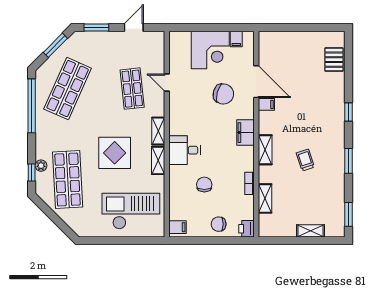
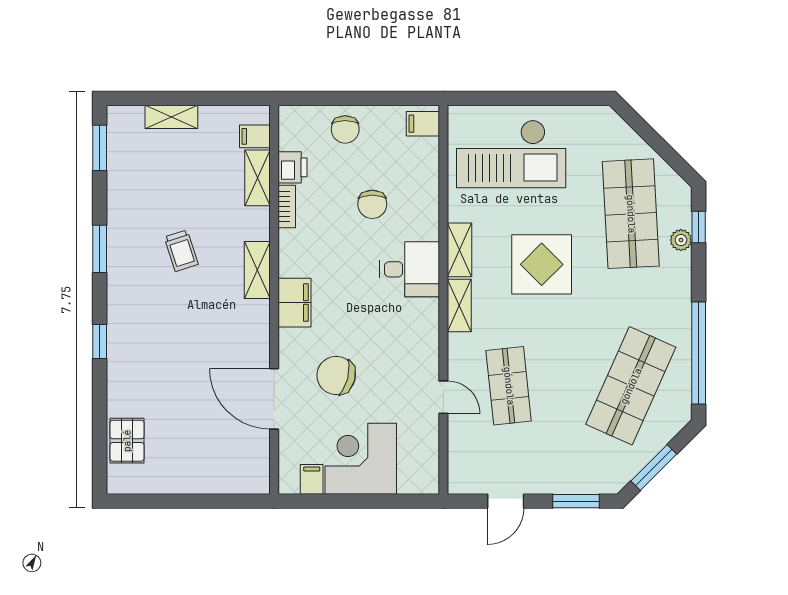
filing cabinet: (266, 104) -> (255, 136), moved
chair: (219, 224) -> (345, 129), turned 90
printer: (246, 229) -> (293, 167), moved

